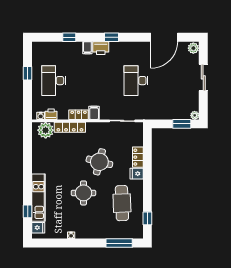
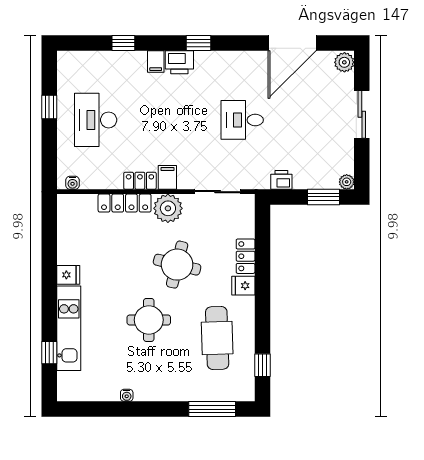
desk: (136, 81) -> (242, 120), width x0.73
printer: (51, 114) -> (281, 180), moved
plant: (46, 130) -> (168, 208), moved
fridge: (38, 228) -> (68, 275), moved

